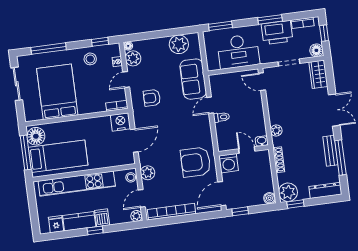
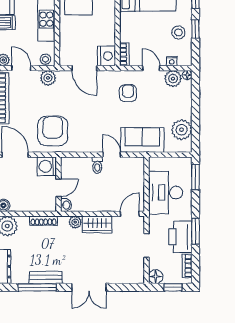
window: (100, 42) -> (195, 29), moved
wardrobe: (318, 74) -> (97, 224), moved, turned 180

